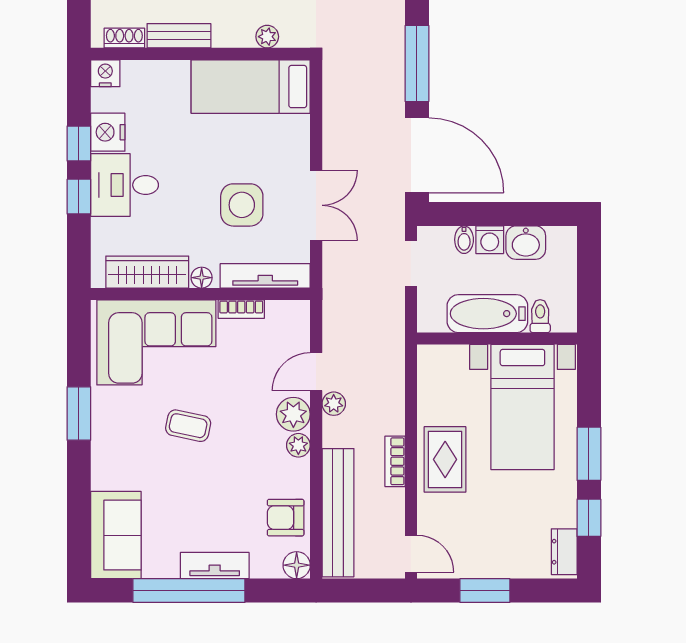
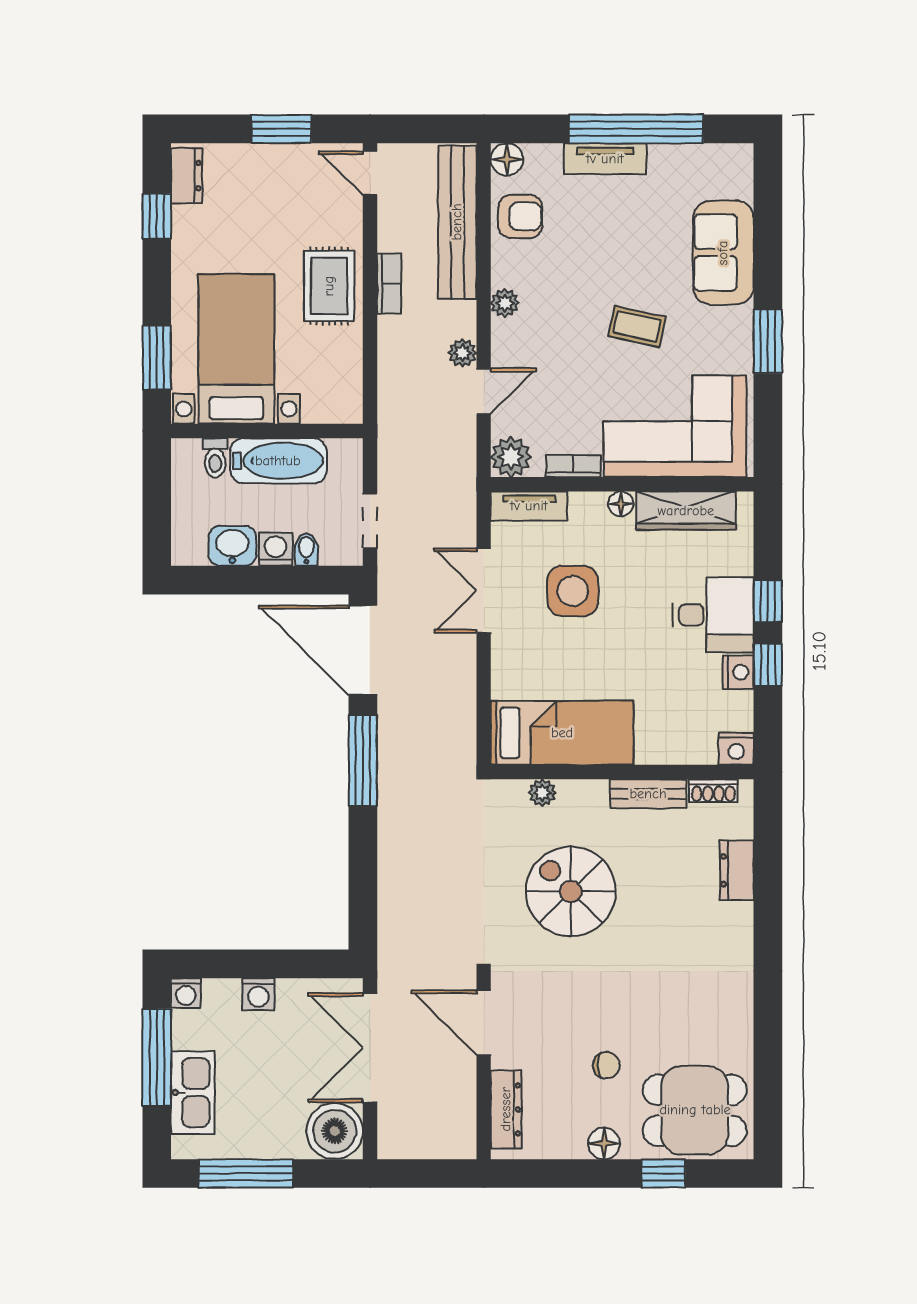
nightstand: (108, 132) -> (738, 672), width x0.74, depth x0.75
tv unit: (265, 276) -> (529, 506), width x0.71
plant: (293, 414) -> (511, 457), moved
window: (589, 454) -> (157, 357), moved
sofa: (116, 535) -> (723, 253), moved

